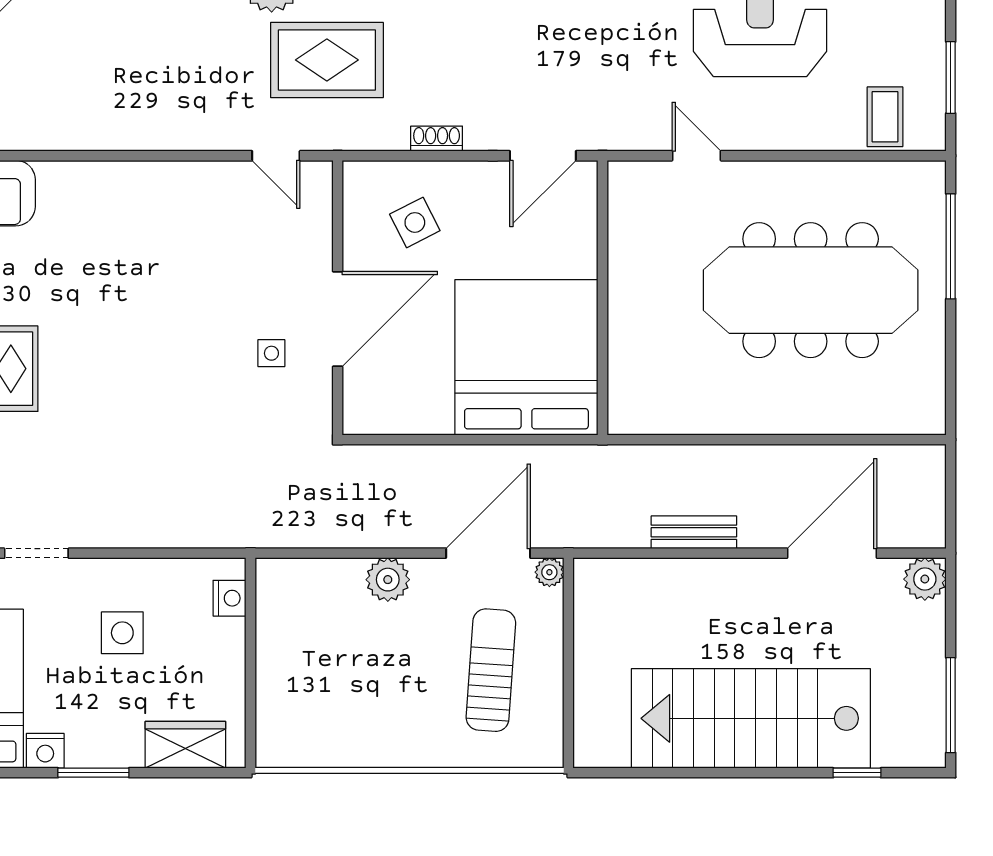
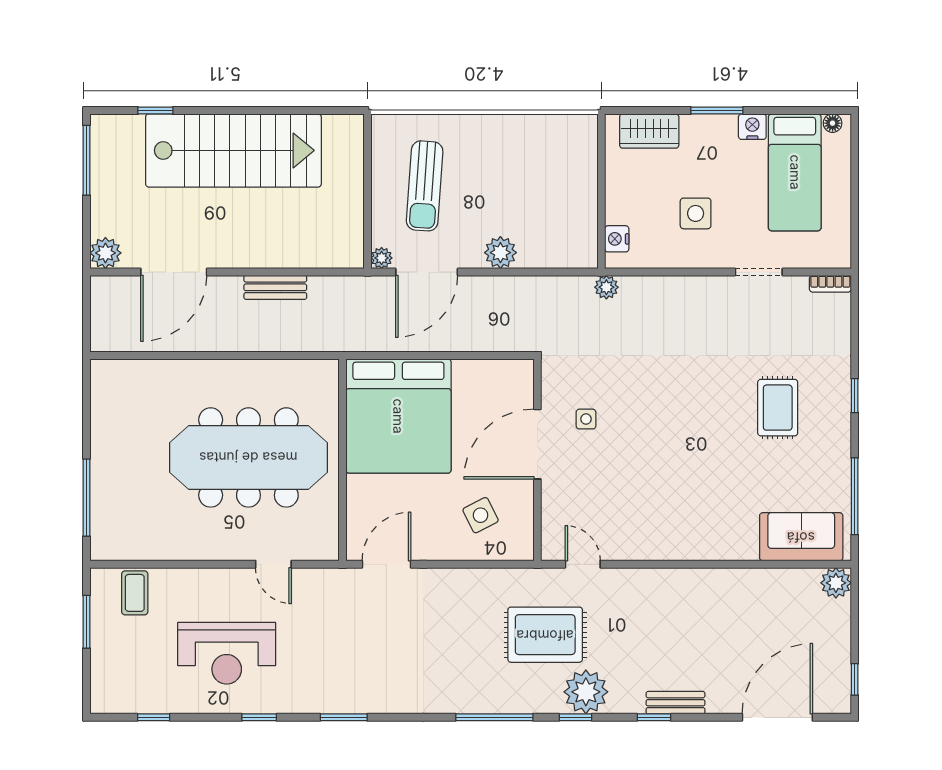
shoe rack: (437, 139) -> (465, 577), removed
meeting table: (811, 290) -> (248, 457), moved
plant: (244, 532) -> (606, 287), added

